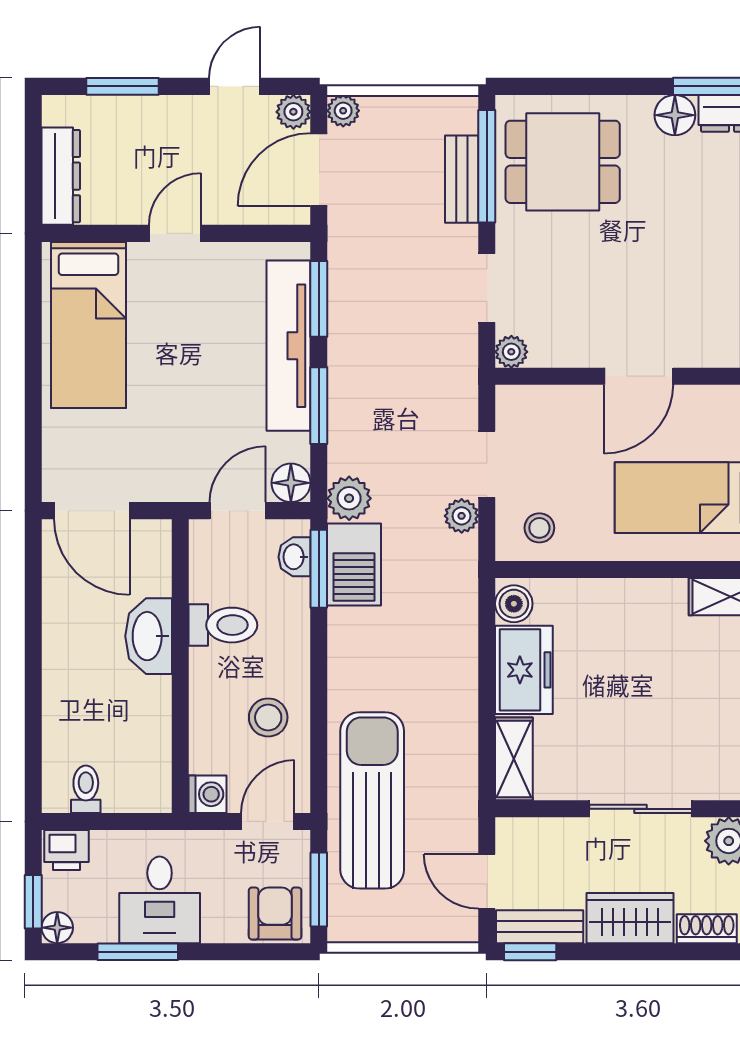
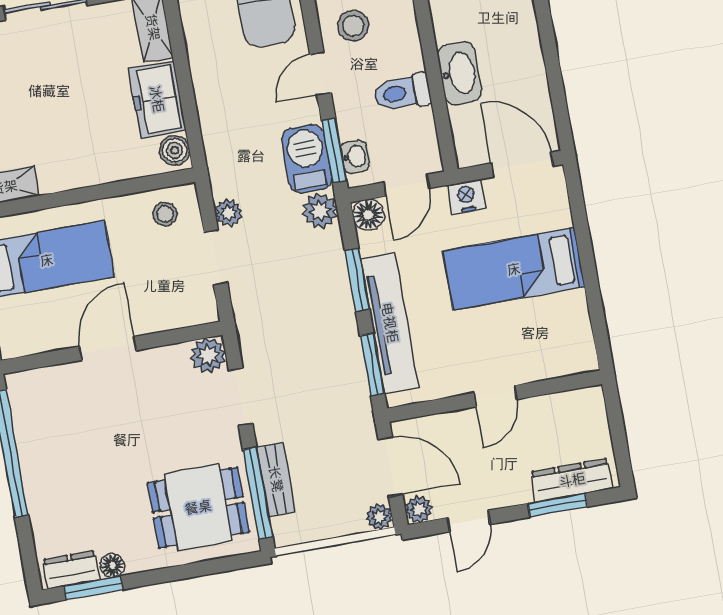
floor lamp: (675, 115) -> (112, 565), width x0.73, depth x0.73
door: (319, 170) -> (390, 467), hinge flipped
dresser: (61, 176) -> (572, 480), moved, turned 90
bed: (88, 325) -> (514, 269), moved, turned -90
plant: (511, 352) -> (208, 355), width x1.38, depth x1.38
nightstand: (167, 483) -> (466, 197), added
door: (319, 666) -> (320, 74), added

